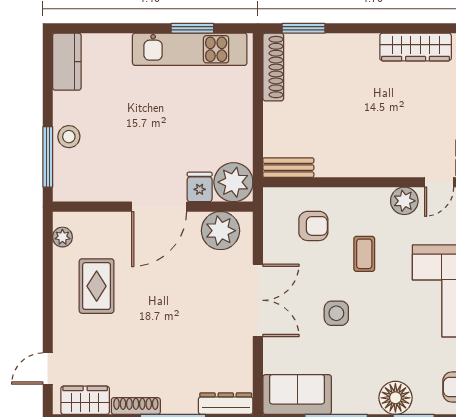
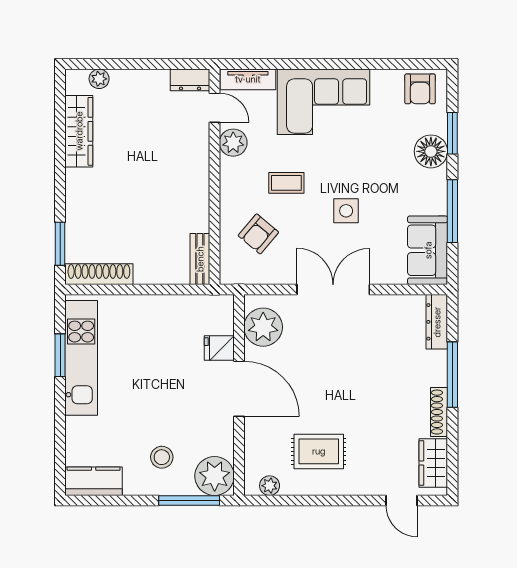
stool: (69, 137) -> (162, 457), moved
plant: (233, 182) -> (215, 476), moved
armchair: (313, 226) -> (258, 234), turned -140

